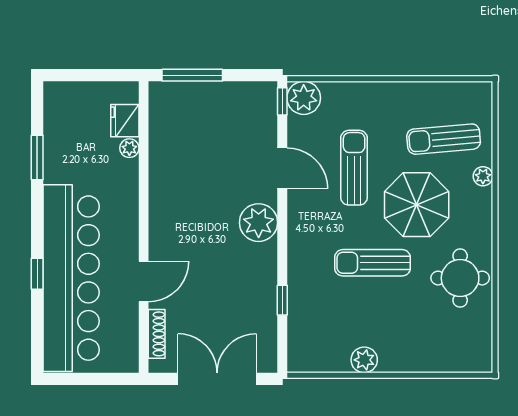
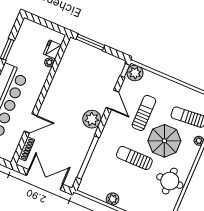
window: (282, 300) -> (88, 158), width x3.17

